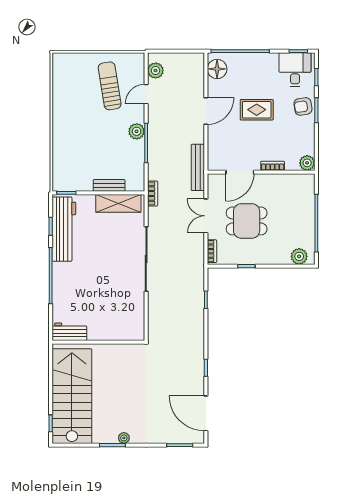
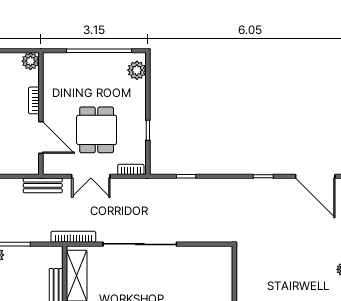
bench: (198, 167) -> (43, 185), width x0.73
bookcase: (153, 194) -> (73, 237), width x1.56
door: (206, 413) -> (315, 176), hinge flipped

